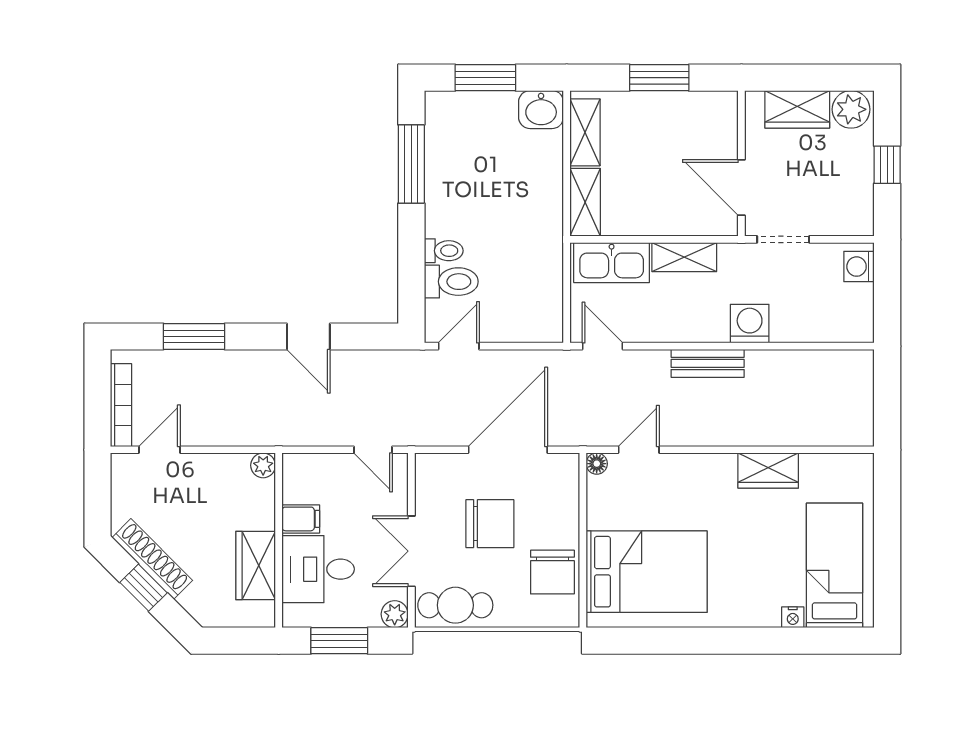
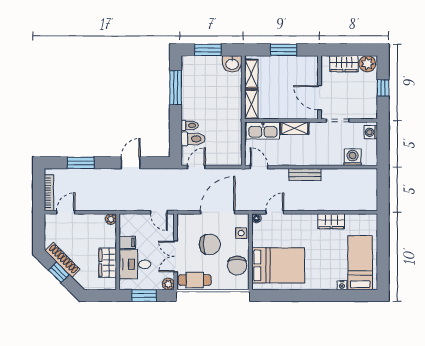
washing machine: (750, 324) -> (353, 157), moved
door: (308, 336) -> (131, 163), swing flipped
side table: (562, 498) -> (241, 233), added

